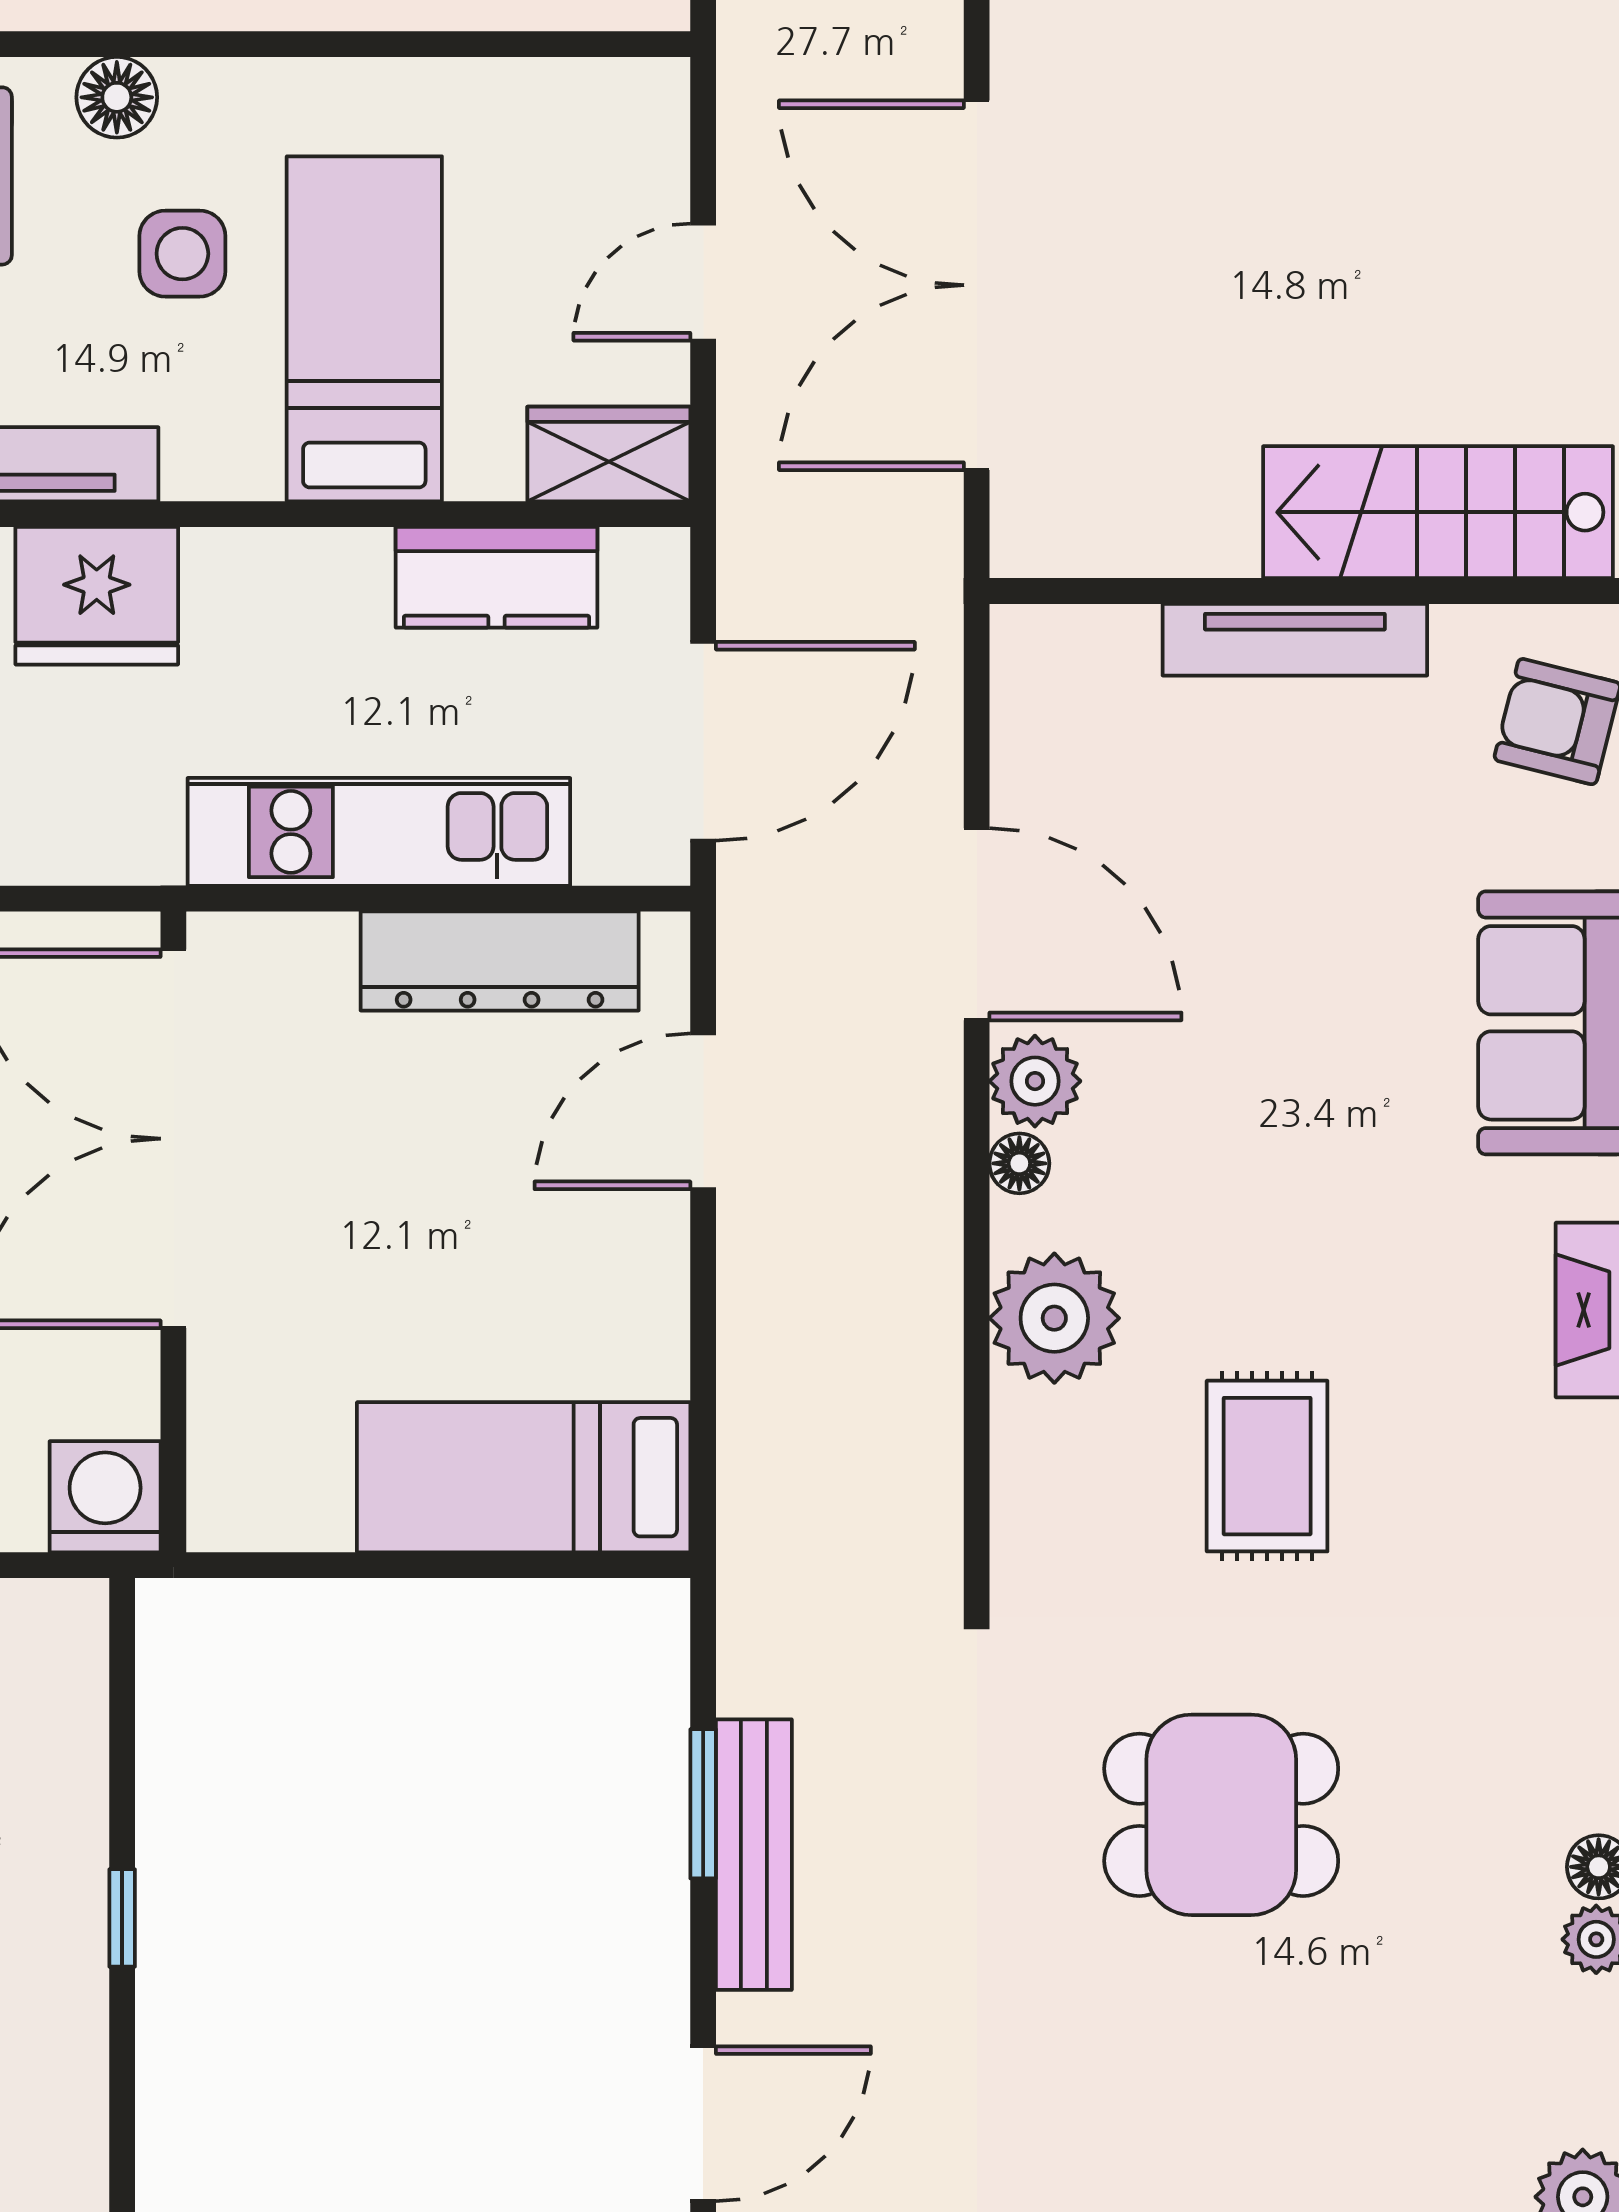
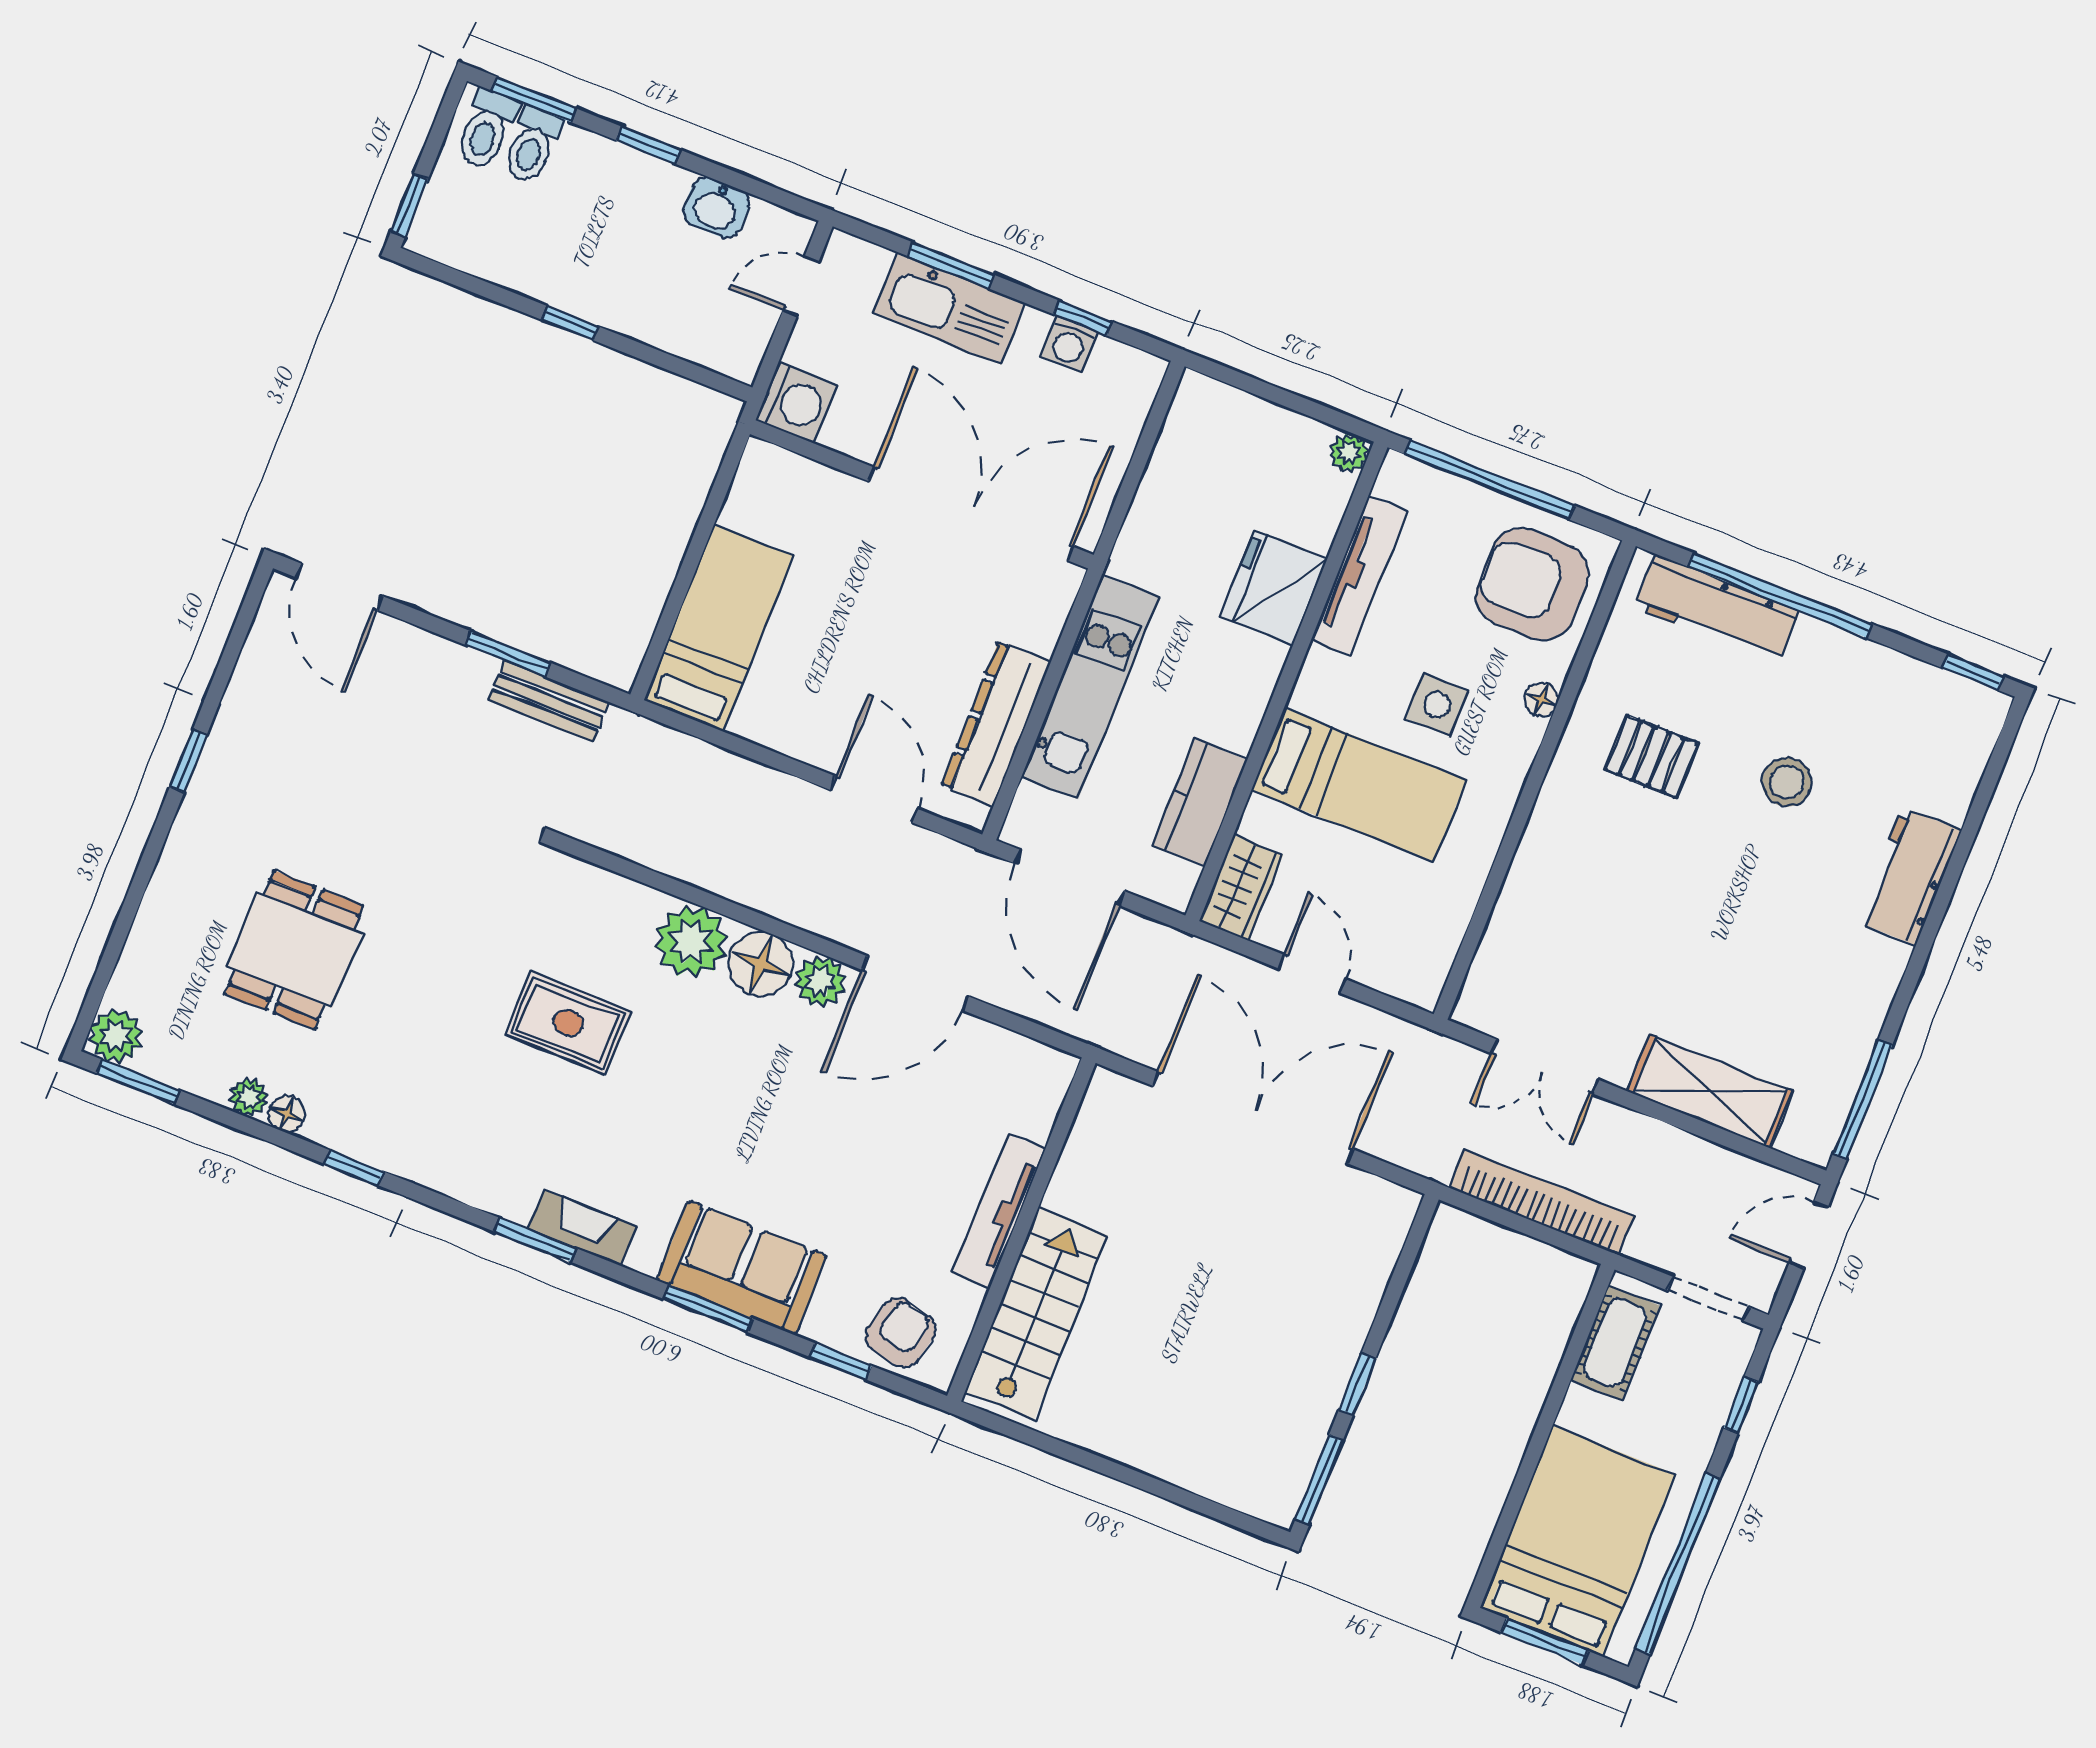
floor lamp: (117, 97) -> (1541, 700), width x0.73, depth x0.73
floor lamp: (1019, 1163) -> (761, 964), width x1.89, depth x1.89
dining table: (1221, 1815) -> (294, 950), moved
bench: (754, 1855) -> (549, 701), moved, width x0.73

